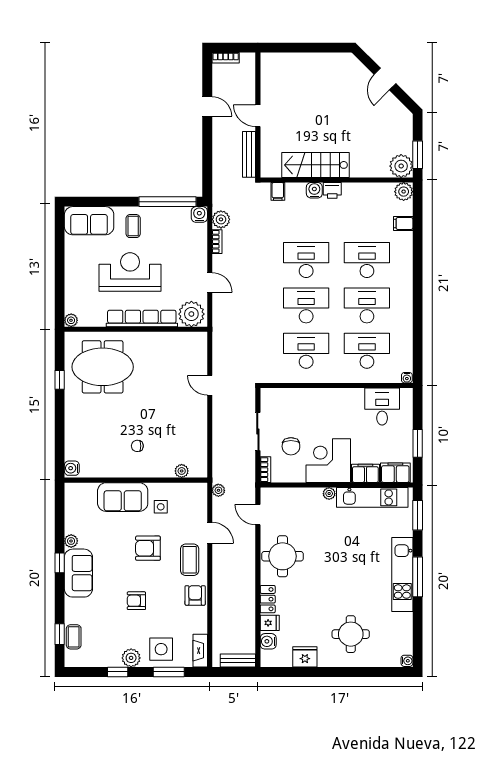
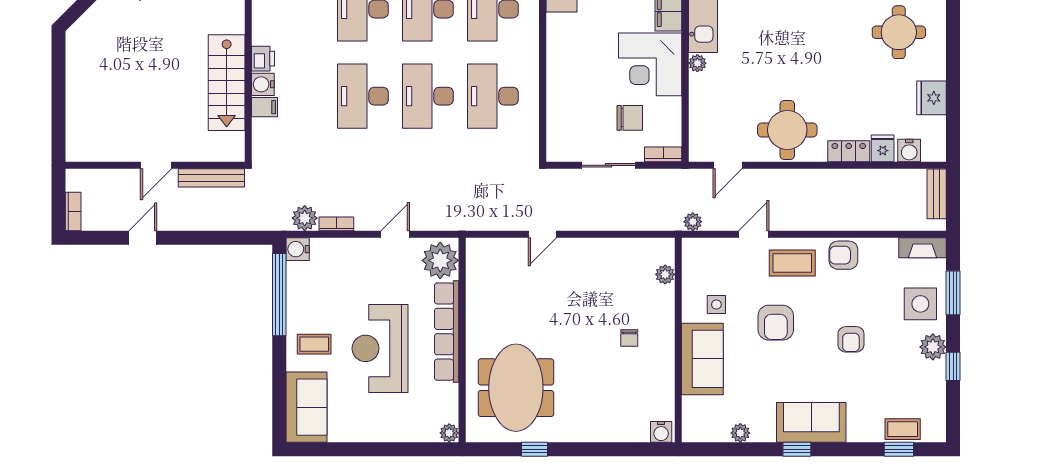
filing cabinet: (278, 191) -> (265, 107), moved
plant: (71, 541) -> (740, 433), moved

